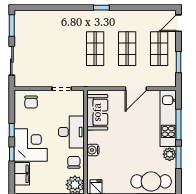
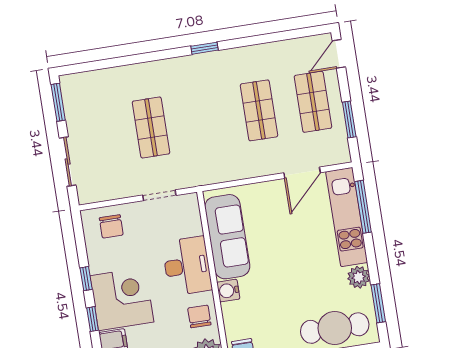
shop shelf: (95, 49) -> (151, 127), moved
door: (136, 89) -> (302, 173), moved
sofa: (97, 112) -> (227, 237), width x1.36
window: (179, 125) -> (363, 207), moved
window: (179, 157) -> (378, 303), moved

